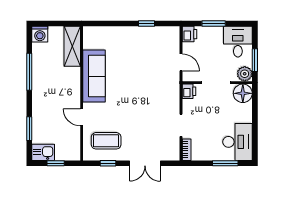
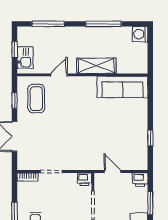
shelving: (72, 46) -> (96, 66), moved
door: (181, 62) -> (112, 171), swing flipped
sofa: (94, 76) -> (122, 87), moved
window: (29, 129) -> (48, 24), width x1.44
kitchen sink: (43, 152) -> (25, 58), moved

